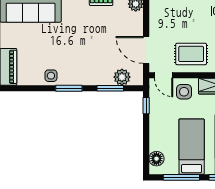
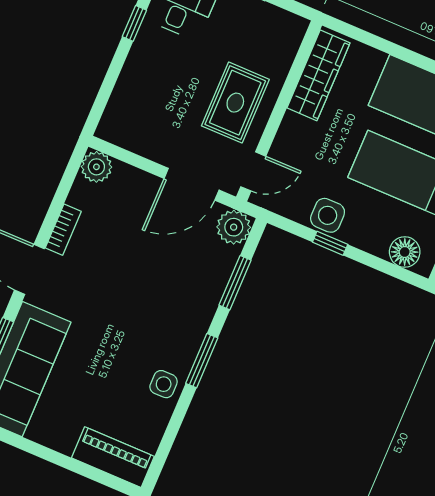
plant: (122, 77) -> (234, 227), moved
side table: (184, 92) -> (328, 215), moved
window: (146, 106) -> (330, 243), moved

